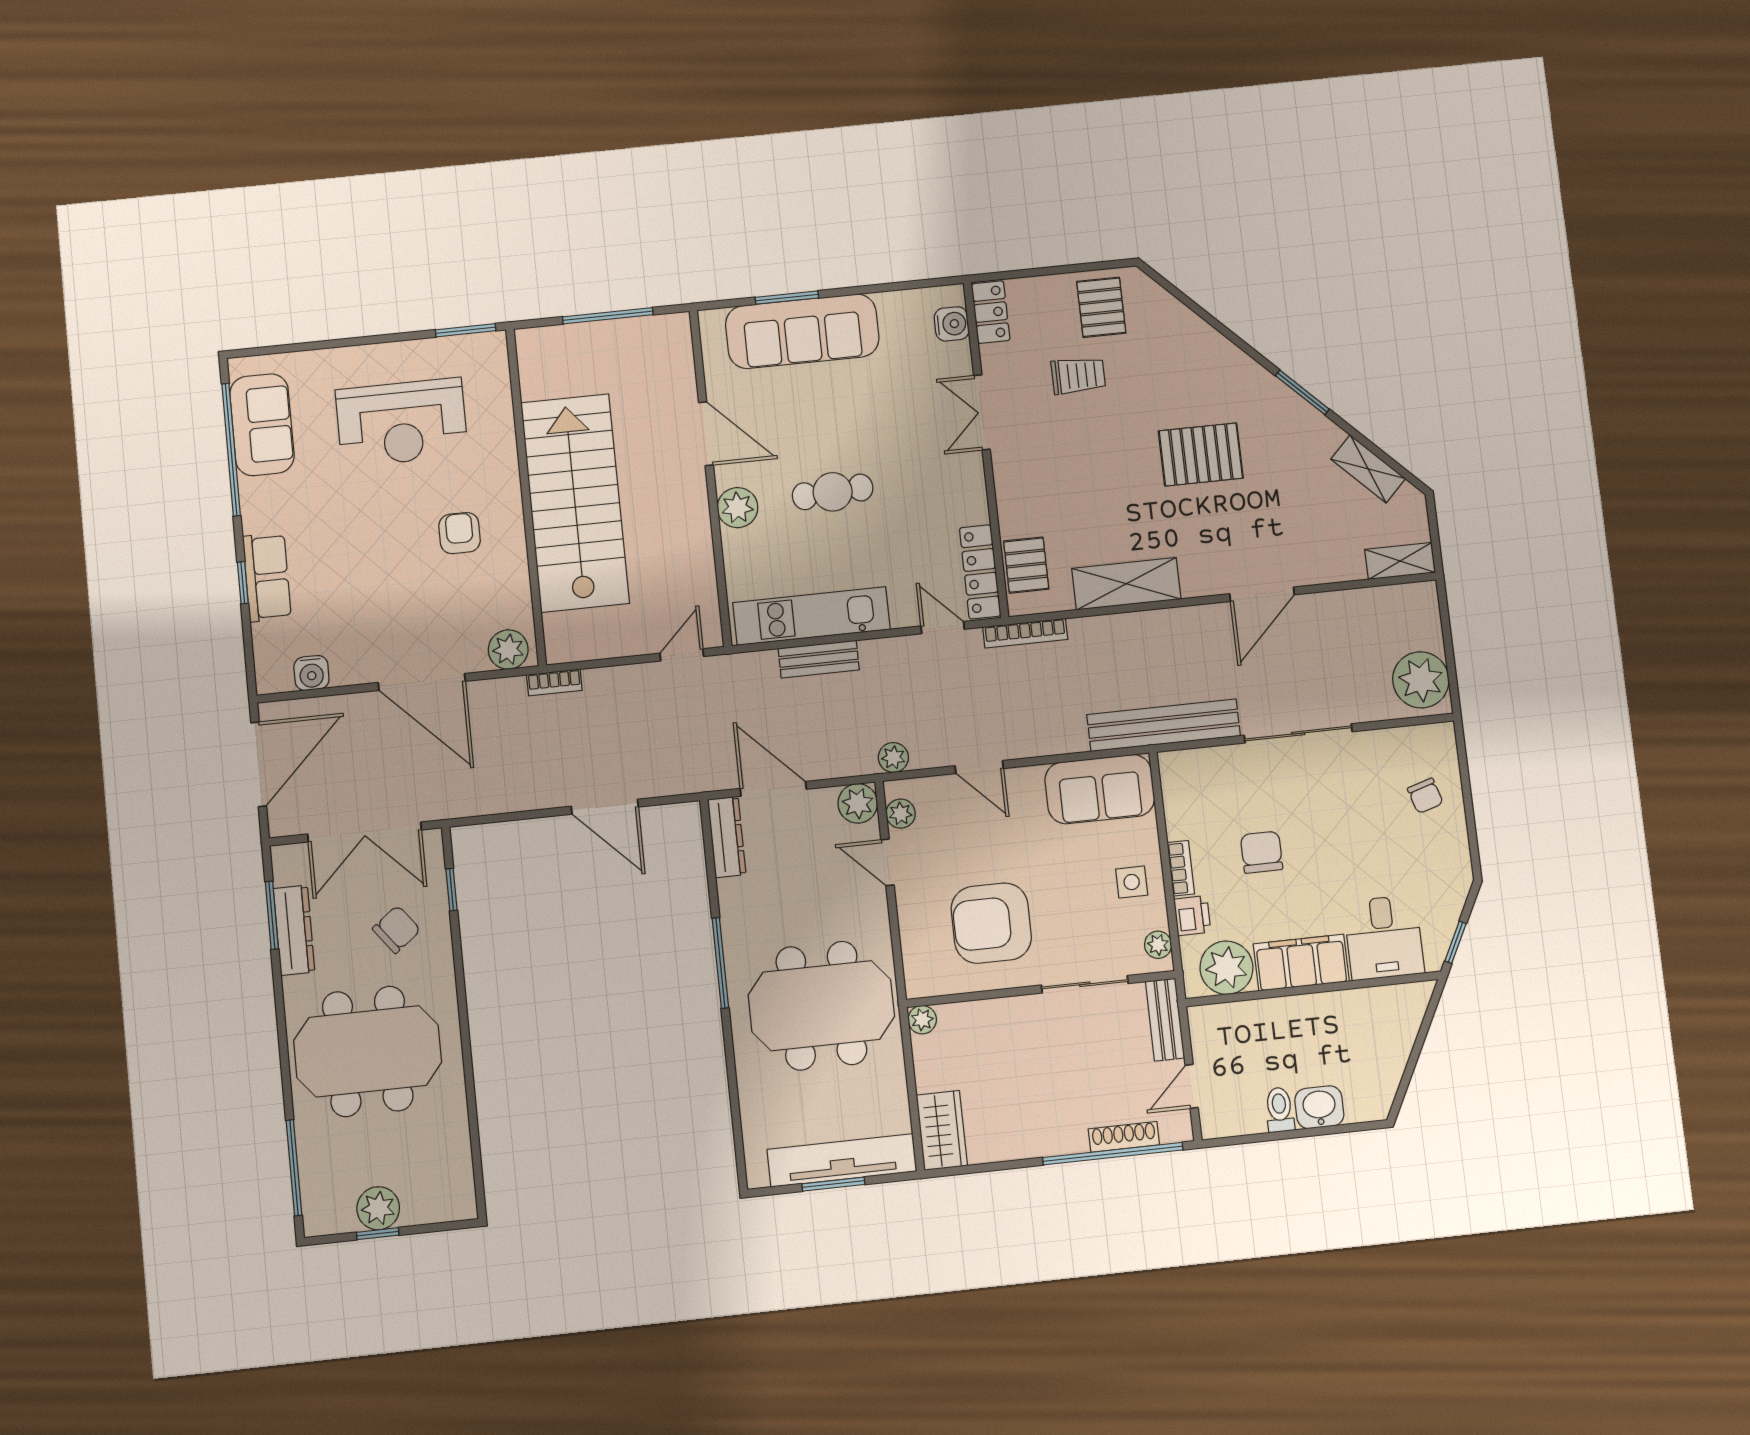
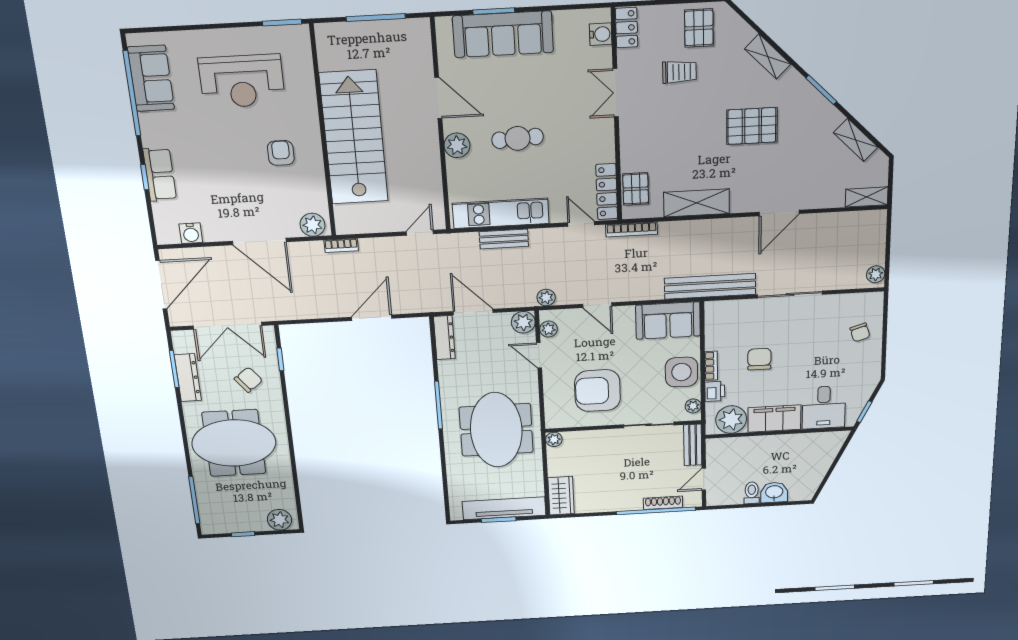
shelving: (1212, 345) -> (768, 57), added
plant: (1421, 680) -> (876, 274), width x0.53, depth x0.53
door: (605, 807) -> (372, 318), swing flipped
side table: (1132, 882) -> (681, 372), width x1.87, depth x1.87
meeting table: (821, 1006) -> (496, 430), turned 90
plant: (378, 1208) -> (280, 520), moved

